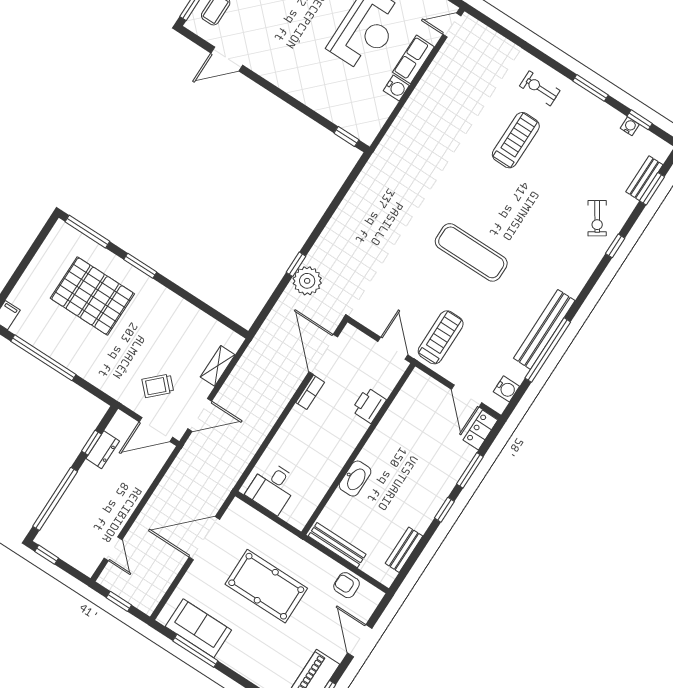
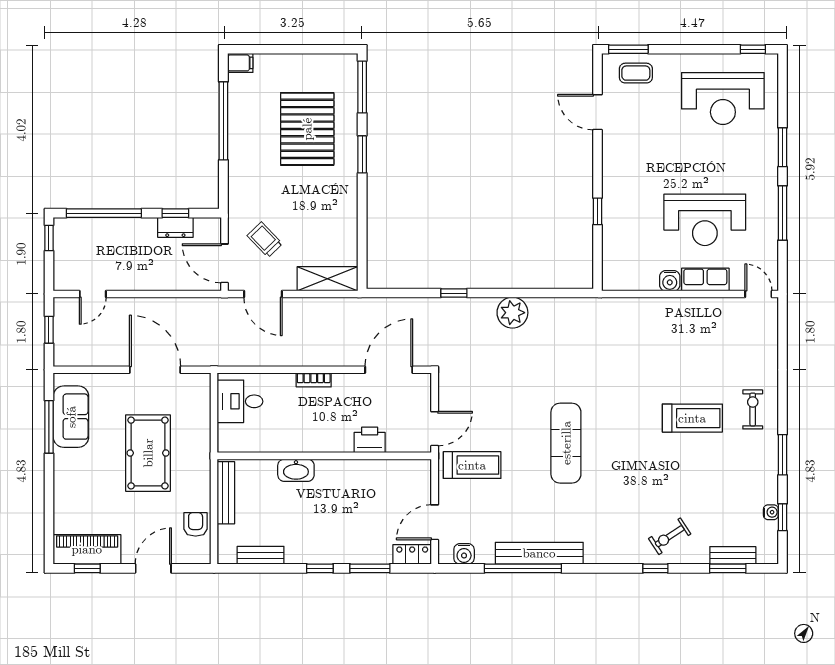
window: (346, 136) -> (598, 211), moved
plant: (307, 281) -> (512, 313), moved
shelving: (218, 366) -> (327, 279), width x1.50, depth x1.33
bookcase: (310, 392) -> (314, 380), moved

